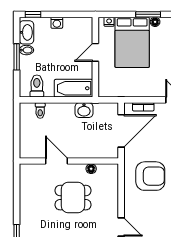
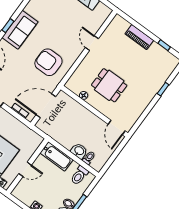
washbasin: (84, 110) -> (79, 151), moved
door: (57, 161) -> (117, 127), moved

